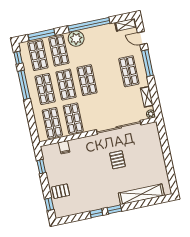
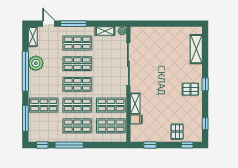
door: (142, 38) -> (49, 24), swing flipped
plant: (76, 39) -> (36, 63), moved
shop shelf: (38, 55) -> (77, 64), moved
shelving: (80, 143) -> (135, 104), added
pallet: (117, 160) -> (190, 89), moved
shelving: (141, 194) -> (196, 49), width x0.68
window: (96, 213) -> (205, 124), moved

